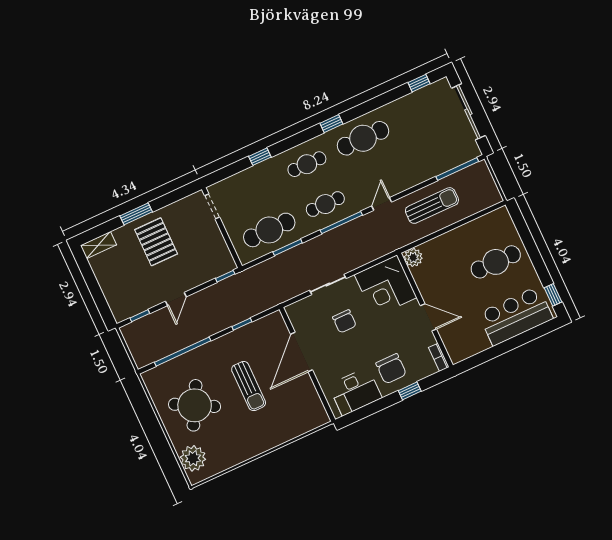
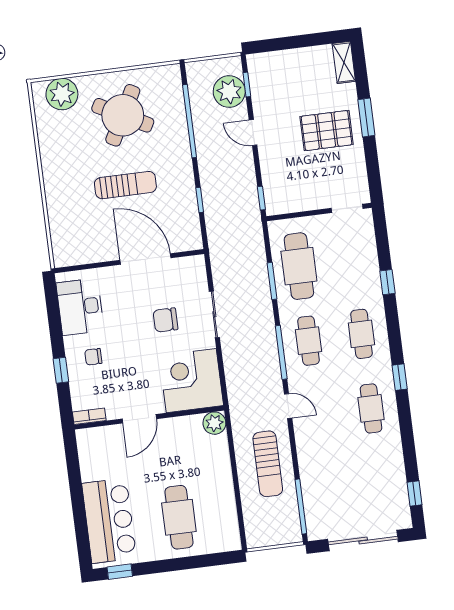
cafe table: (363, 138) -> (371, 408), width x0.73, depth x0.74
plant: (150, 328) -> (229, 92), added
chair: (391, 369) -> (93, 357), width x0.54, depth x0.54
sun lounger: (249, 386) -> (125, 185), turned 180

